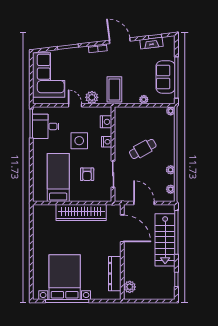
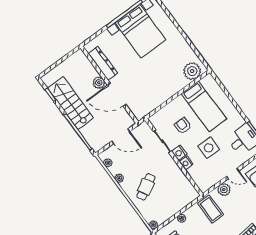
nightstand: (106, 122) -> (179, 153), moved
cafe table: (143, 149) -> (146, 187), moved
plant: (46, 213) -> (192, 71), added
wardrobe: (81, 213) -> (165, 92), removed
door: (122, 228) -> (117, 95), moved
stairs: (165, 240) -> (70, 103), moved
plant: (130, 287) -> (99, 83), moved

